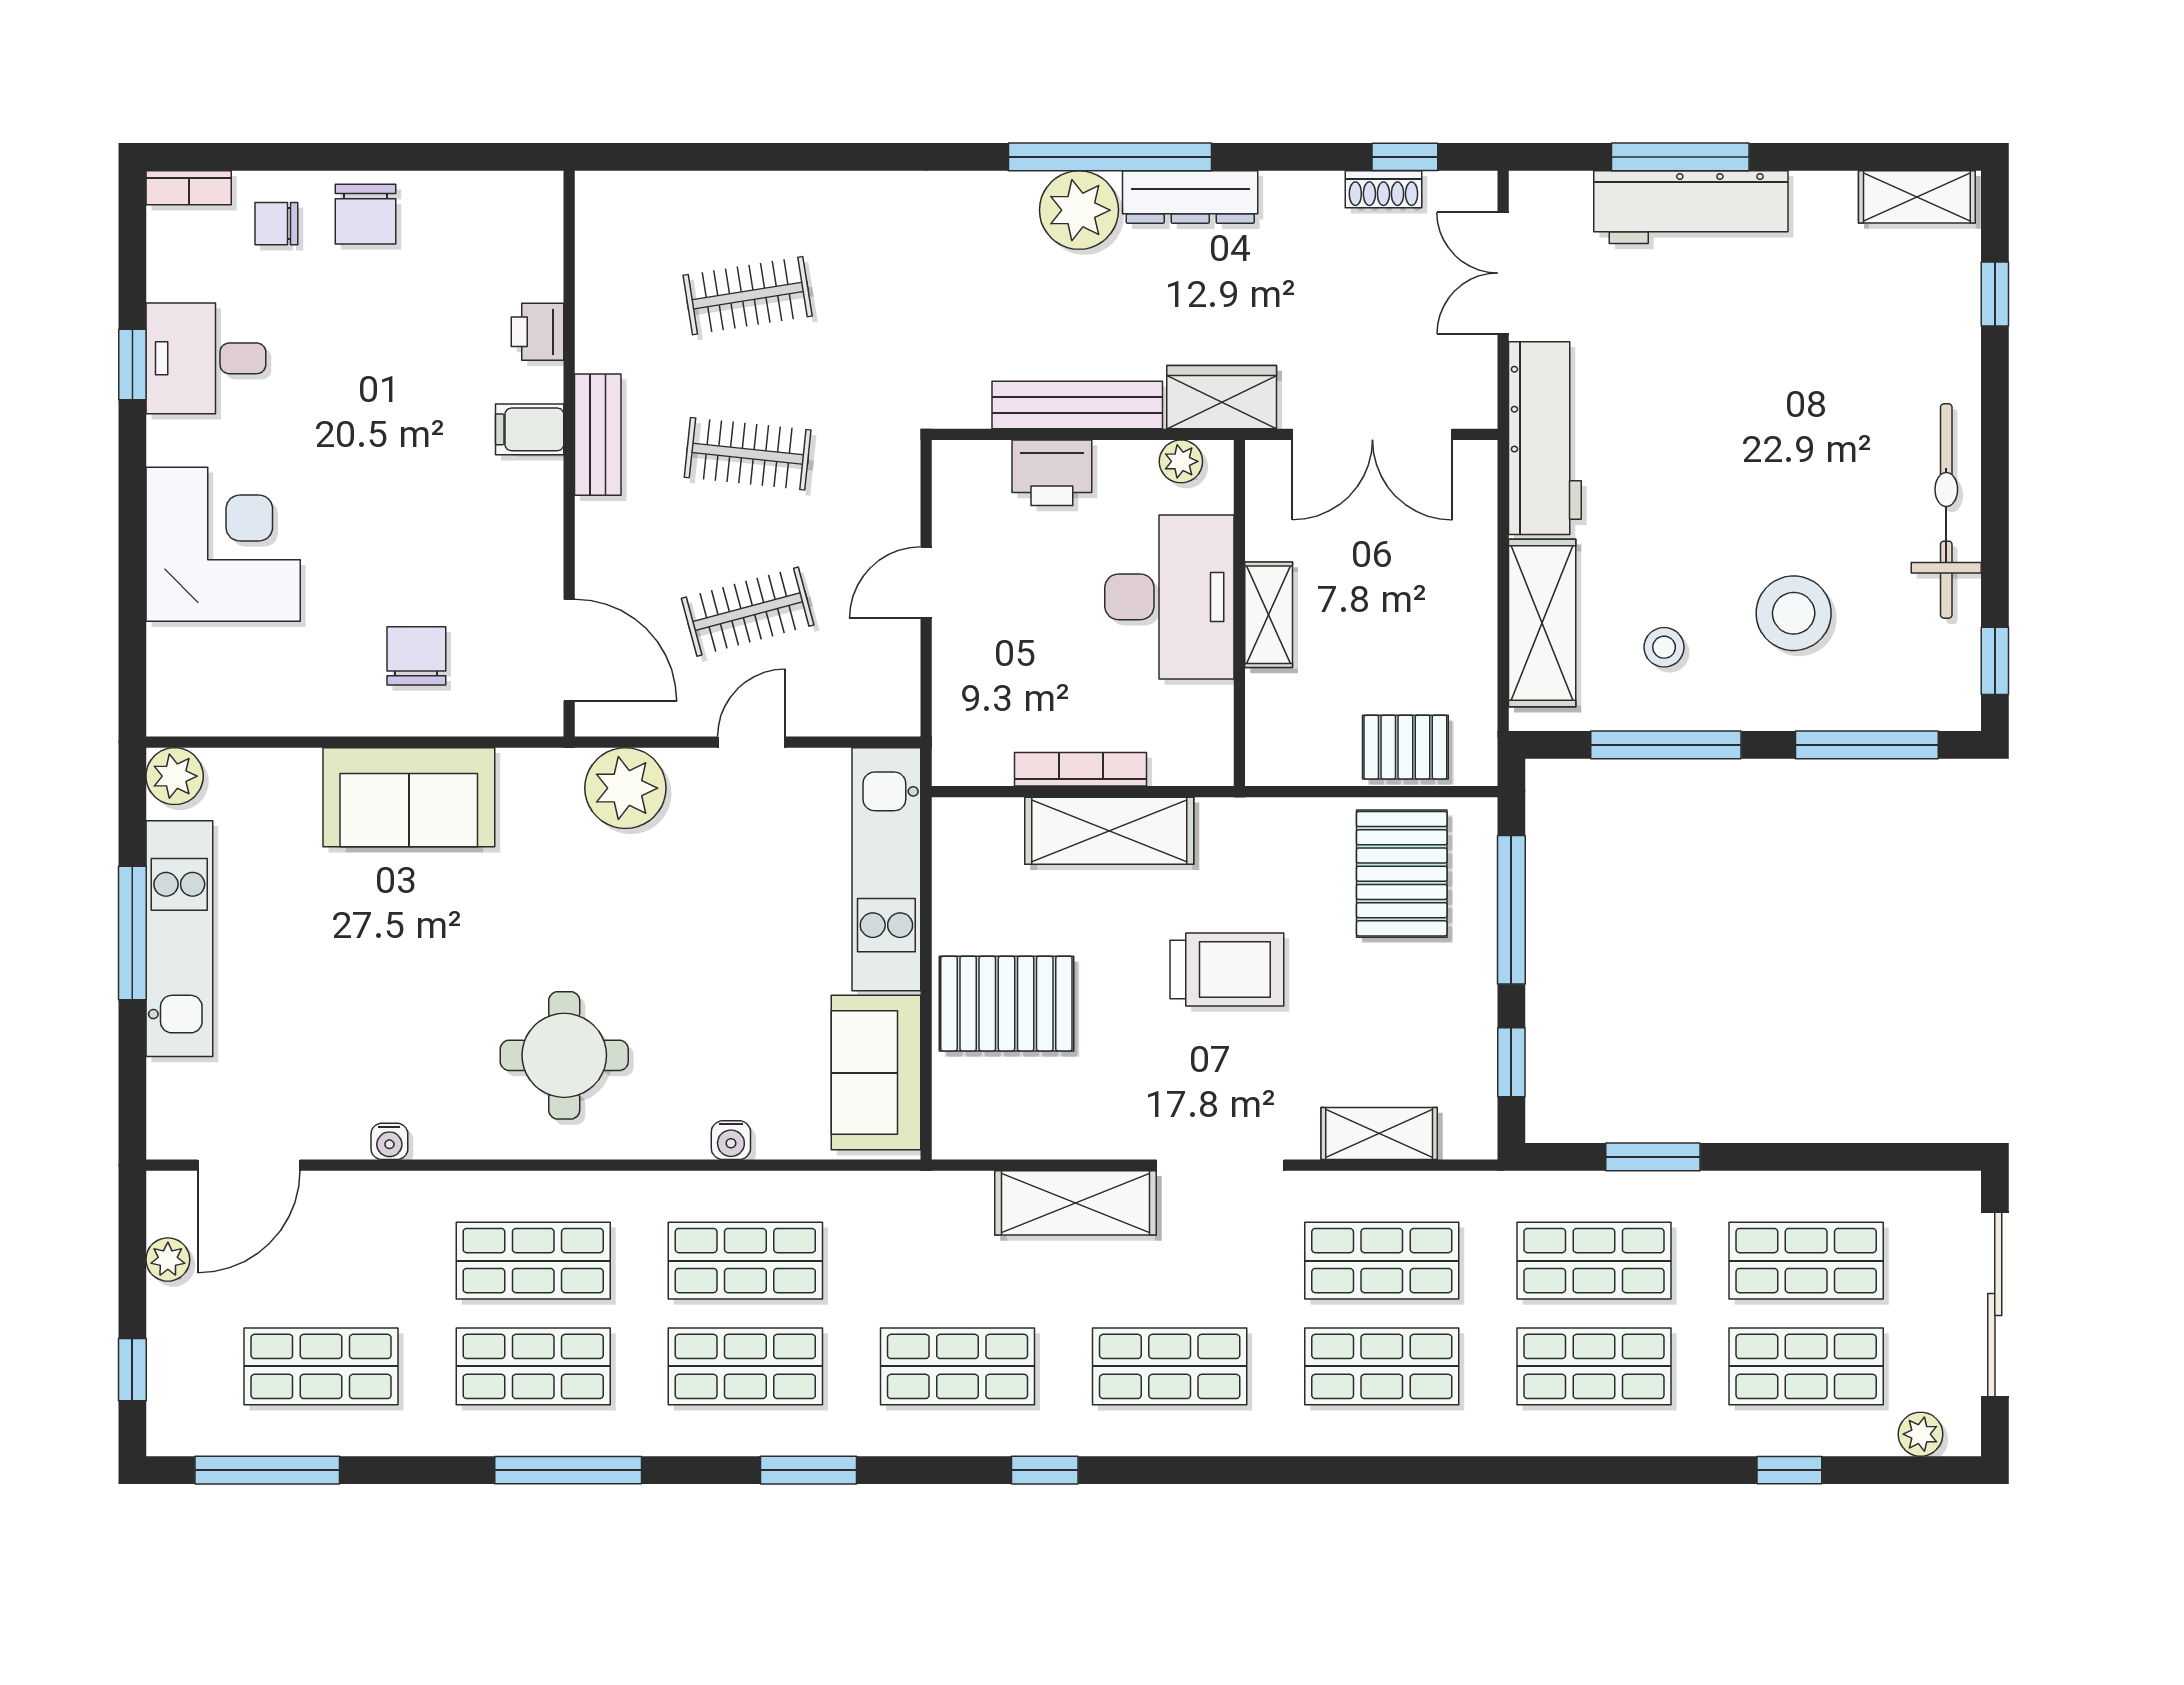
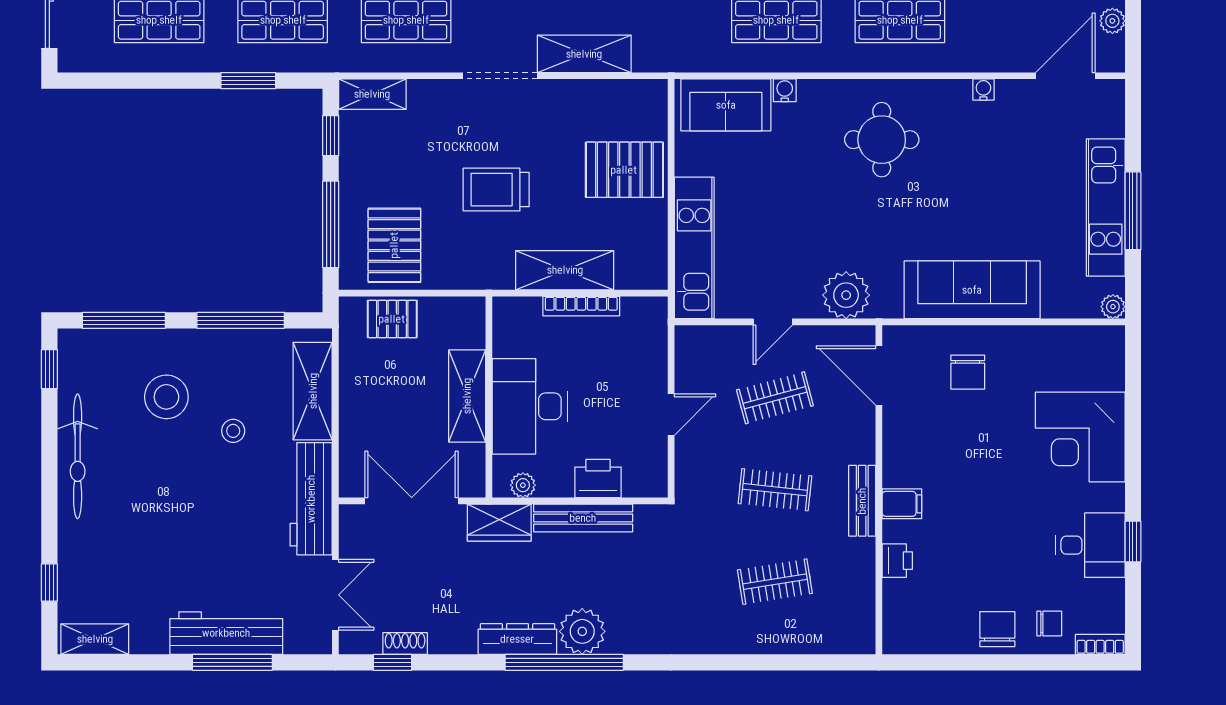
shelving: (1269, 615) -> (467, 396), width x1.50, depth x1.33
stool: (1664, 647) -> (233, 431), moved
plant: (175, 776) -> (1113, 307), width x0.73, depth x0.73
sofa: (409, 797) -> (972, 290), width x1.36
sofa: (876, 1073) -> (726, 105), moved, turned 90
shelving: (1379, 1134) -> (372, 94), moved

